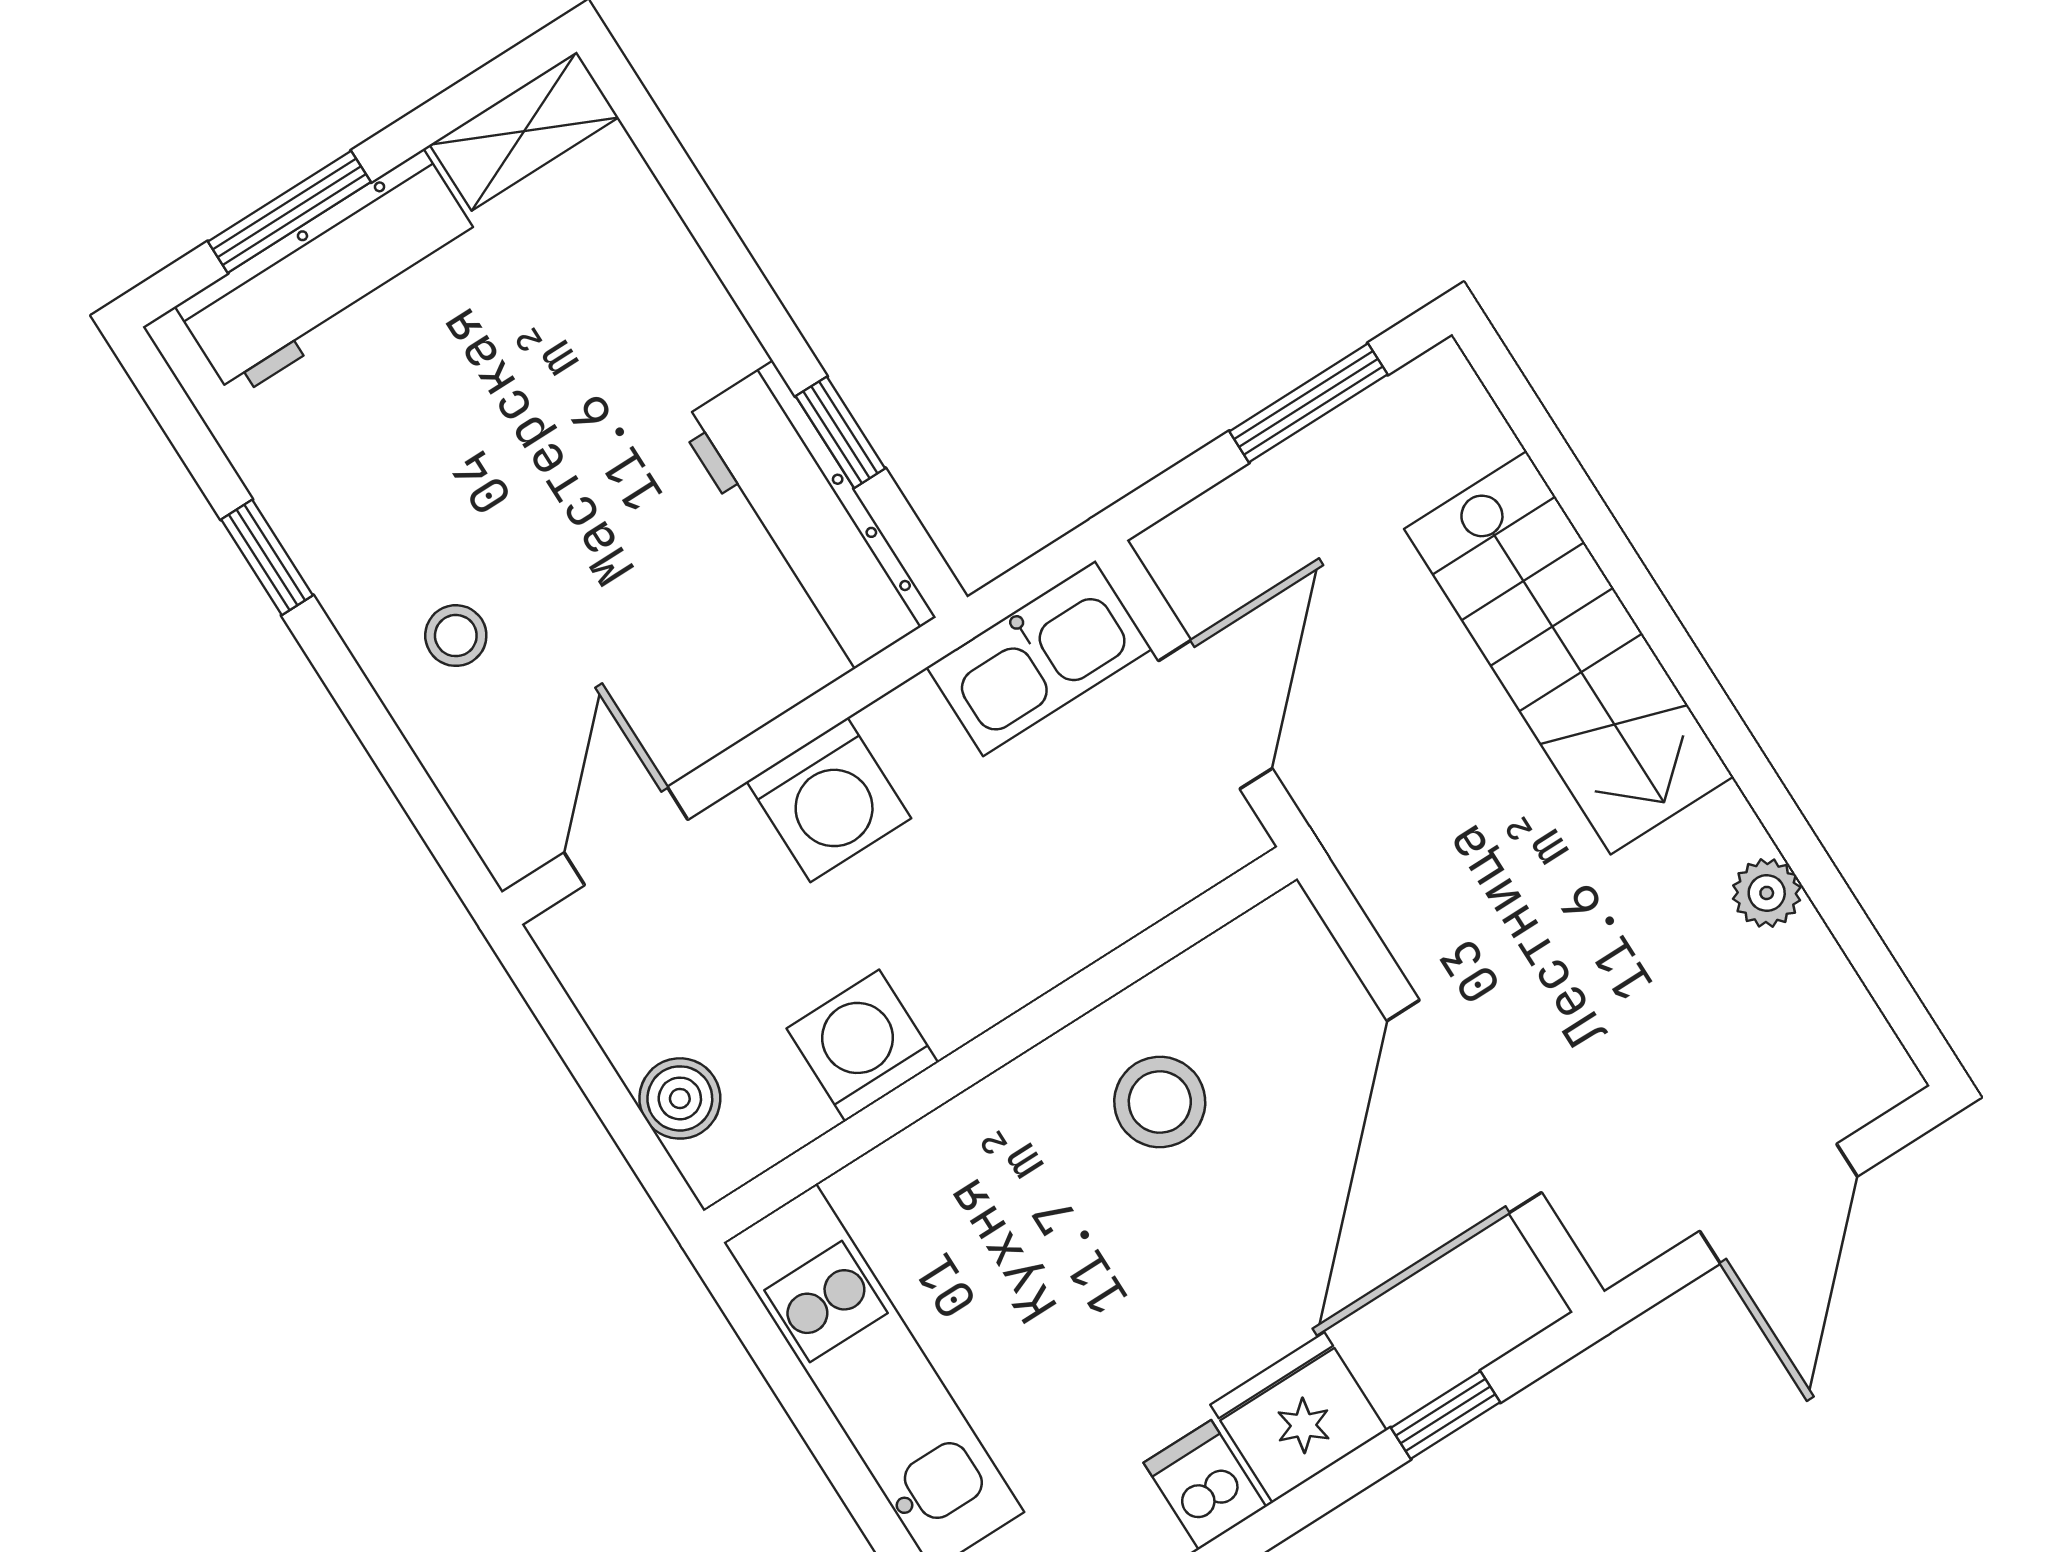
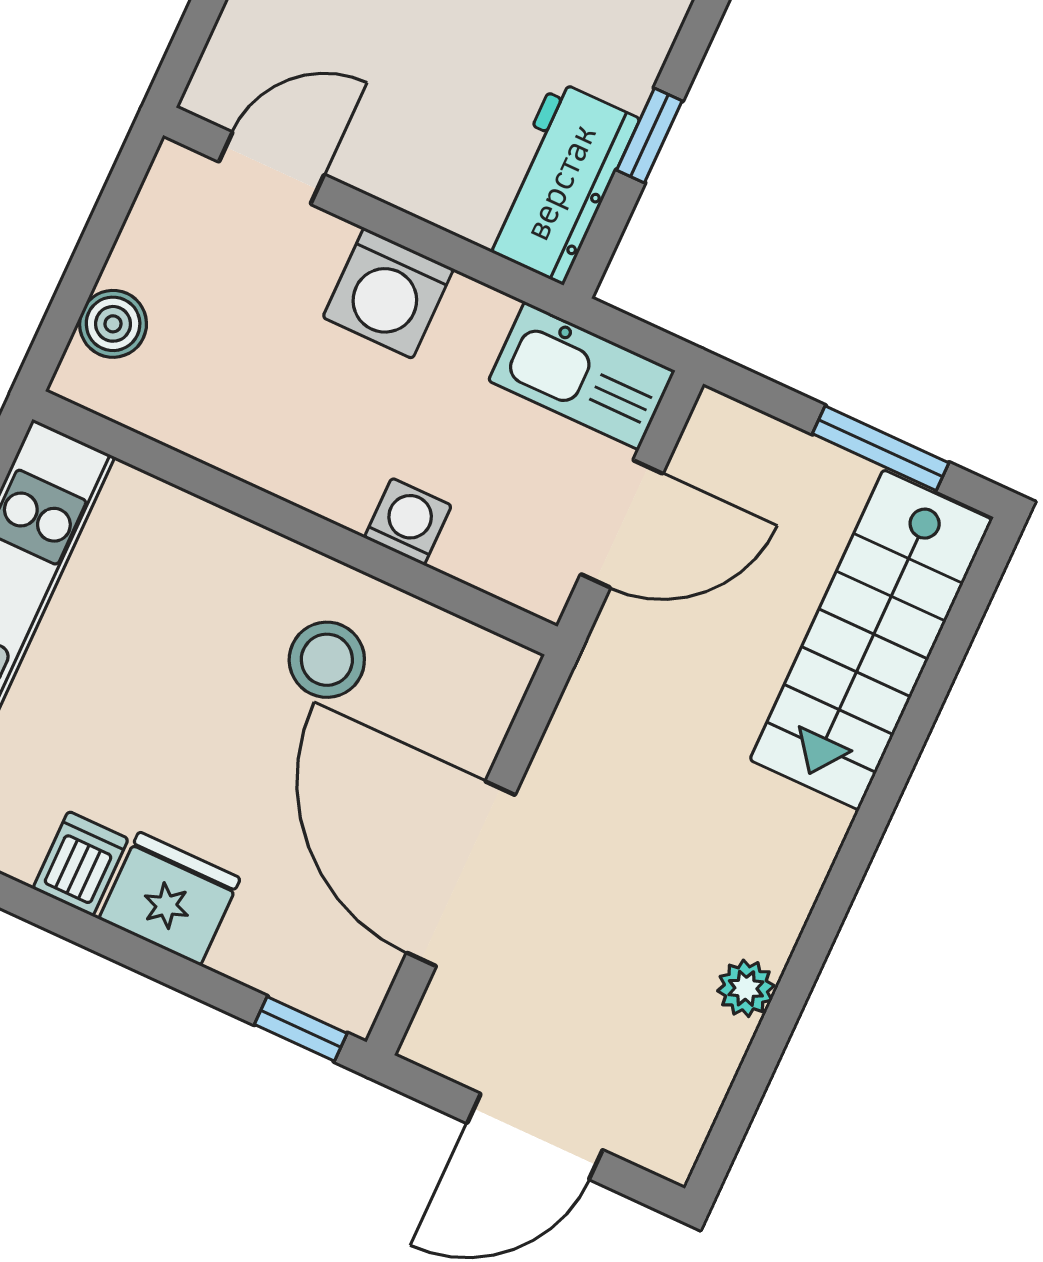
workbench: (806, 520) -> (559, 182), width x0.73
stairs: (1569, 653) -> (871, 640), moved
washing machine: (862, 1045) -> (408, 522), moved, width x0.73, depth x0.73
door: (1464, 1107) -> (461, 874), hinge flipped
window: (1445, 1415) -> (301, 1029), moved

